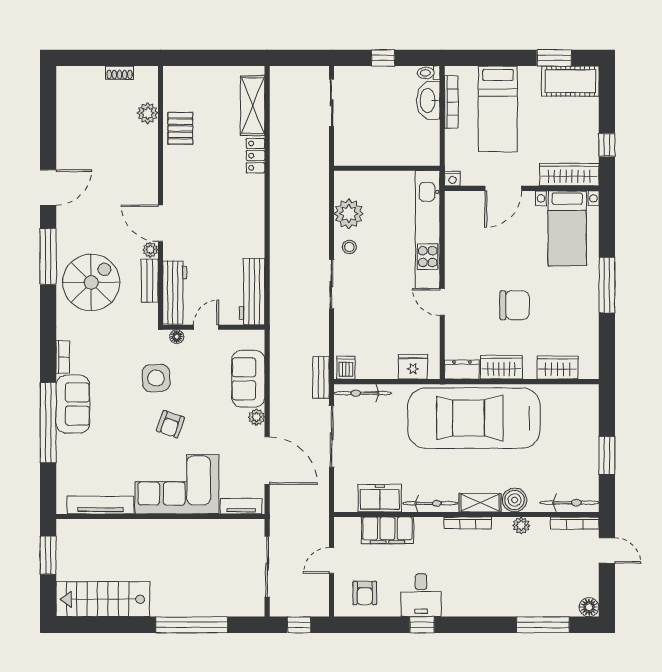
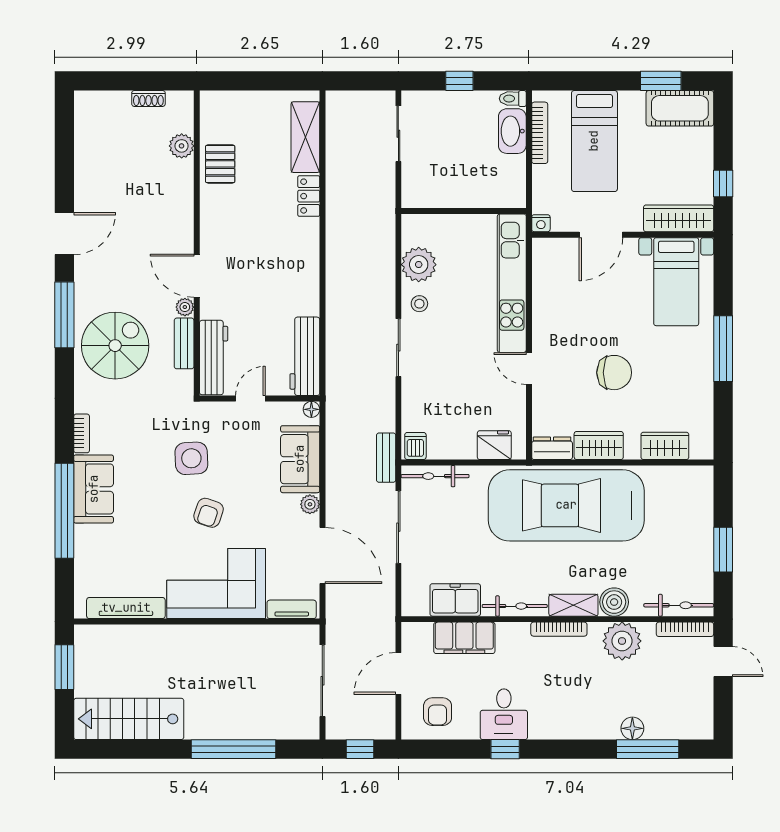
floor lamp: (177, 337) -> (311, 409), moved
plant: (521, 525) -> (622, 641), width x1.88, depth x1.88
door: (332, 561) -> (398, 673), width x1.37
floor lamp: (589, 607) -> (632, 728), moved

